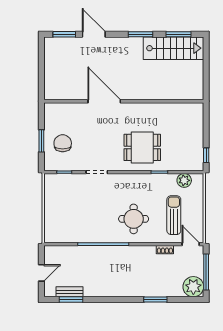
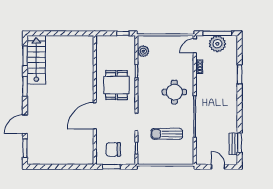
door: (104, 101) -> (95, 116), moved
wall: (124, 101) -> (95, 100), moved
sun lounger: (174, 215) -> (167, 134), moved
plant: (193, 287) -> (217, 44), moved

